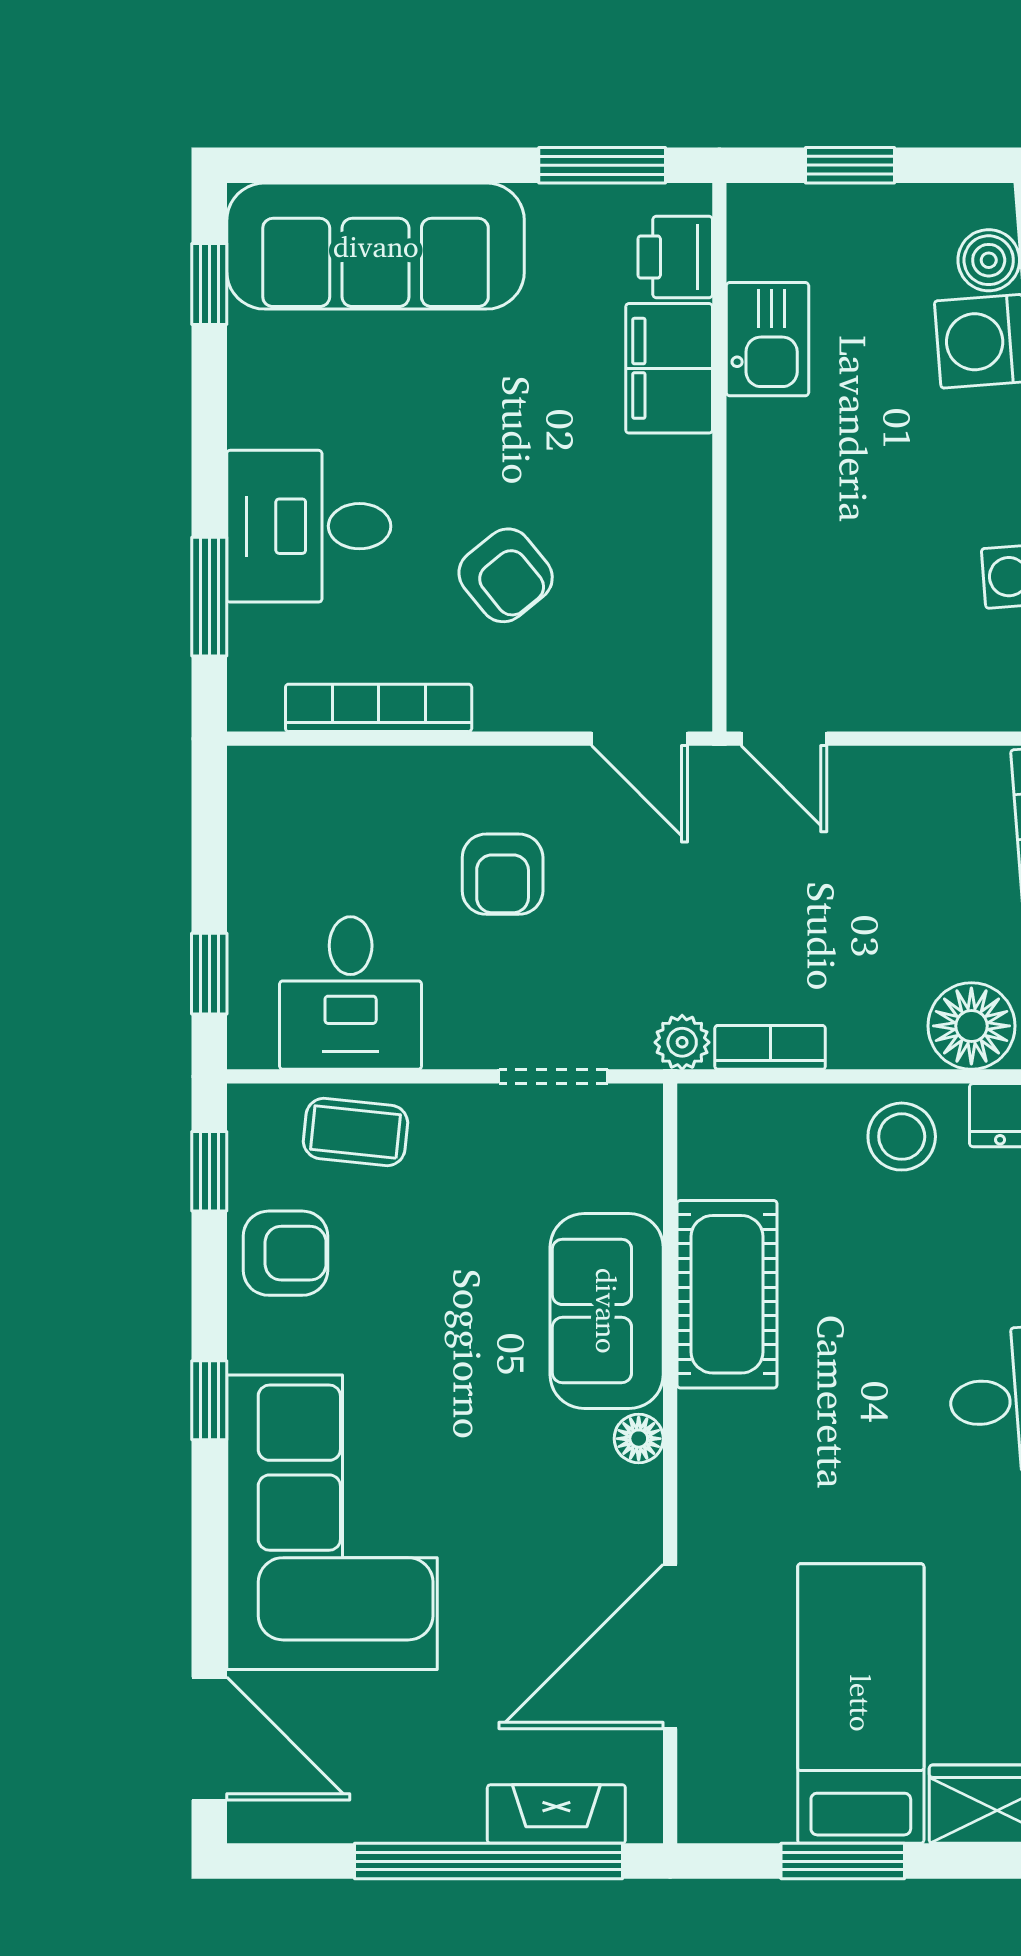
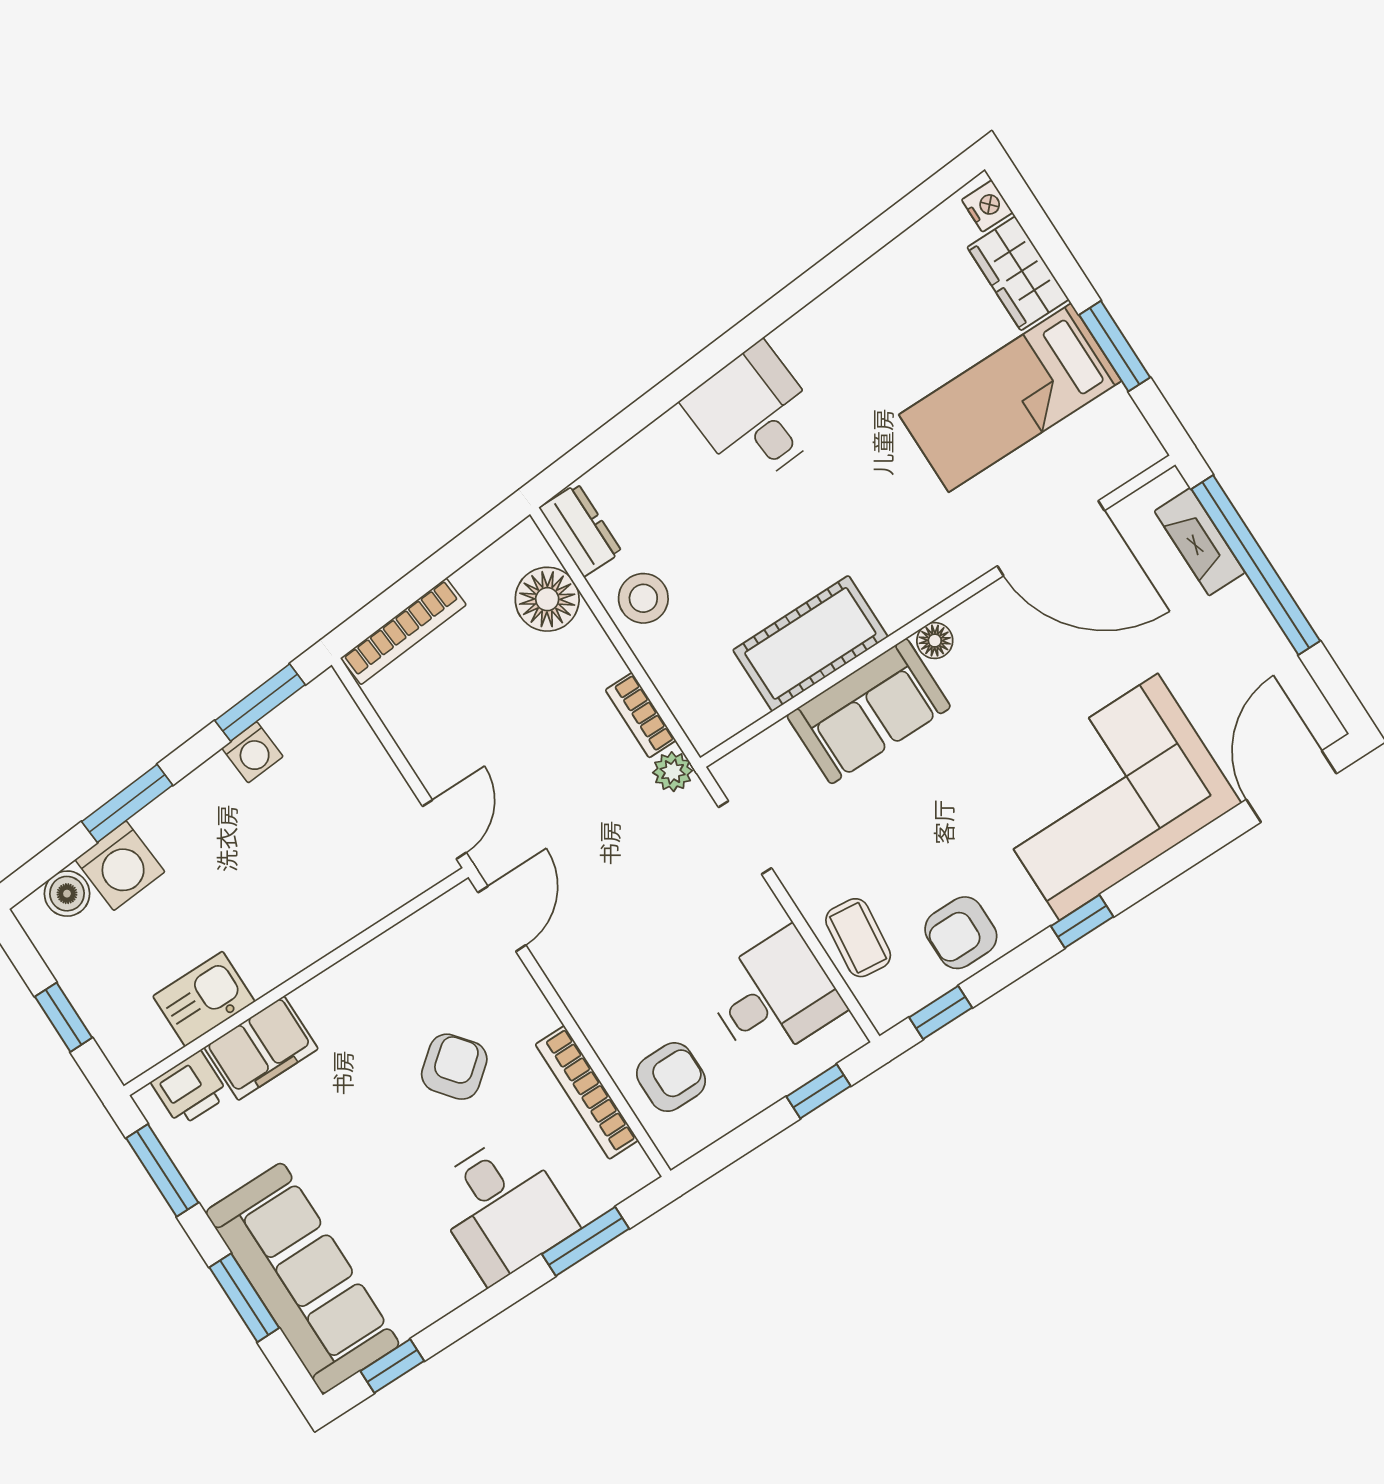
window: (396, 165) -> (244, 1298), added
armchair: (503, 874) -> (671, 1077), moved
armchair: (285, 1253) -> (961, 933), turned -90

